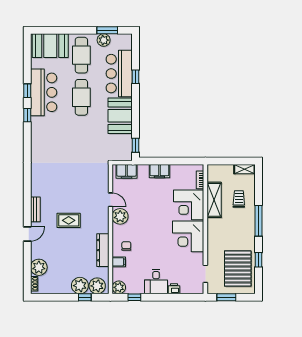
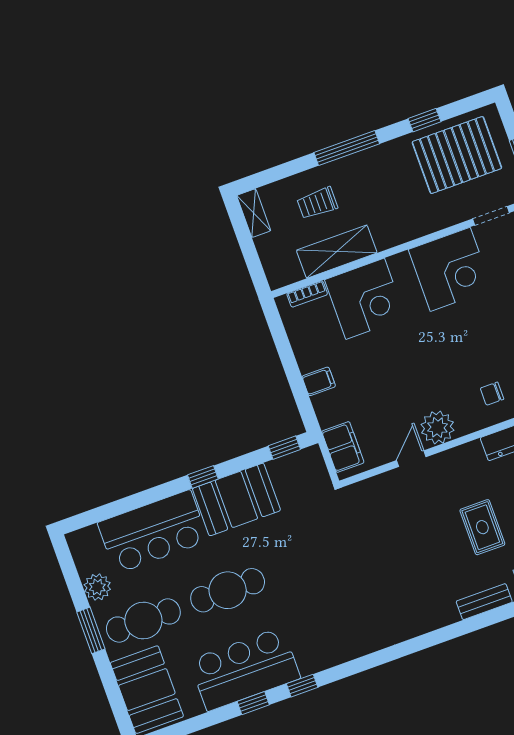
window: (107, 30) -> (91, 630), moved
window: (136, 77) -> (203, 477), moved
filing cabinet: (159, 171) -> (319, 381), width x0.50
corner desk: (188, 236) -> (450, 269), moved

